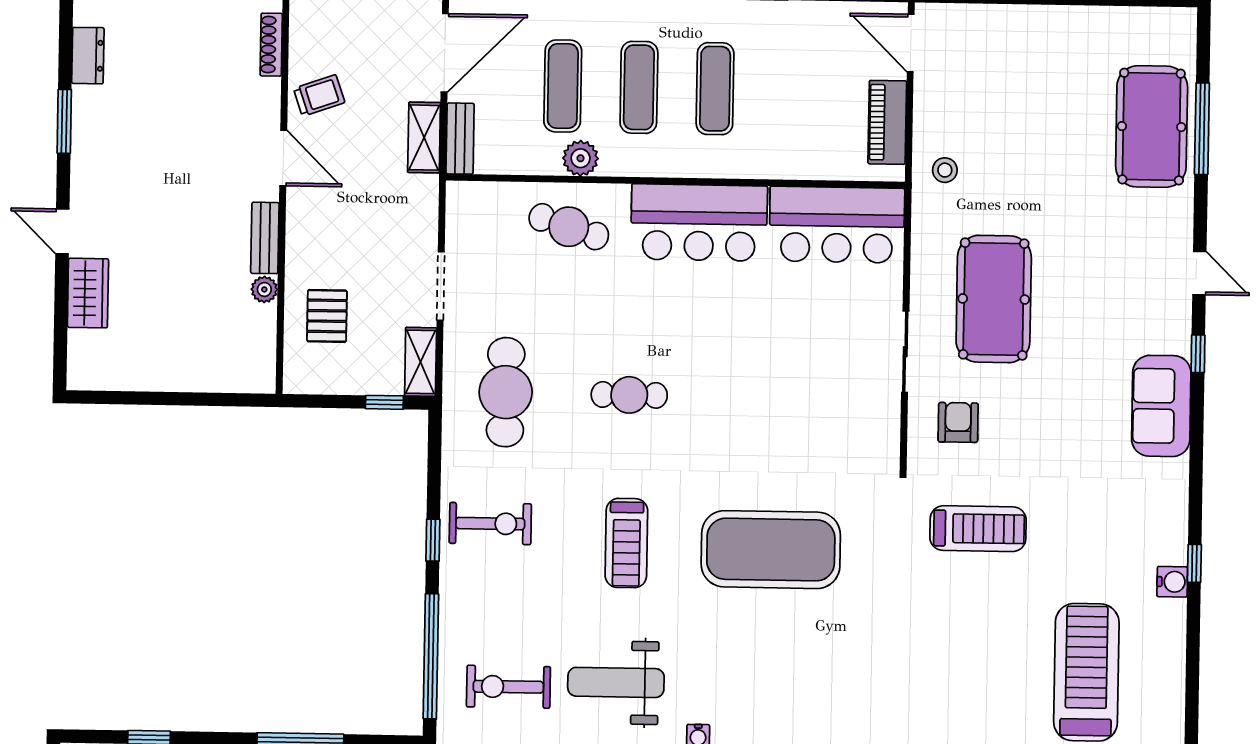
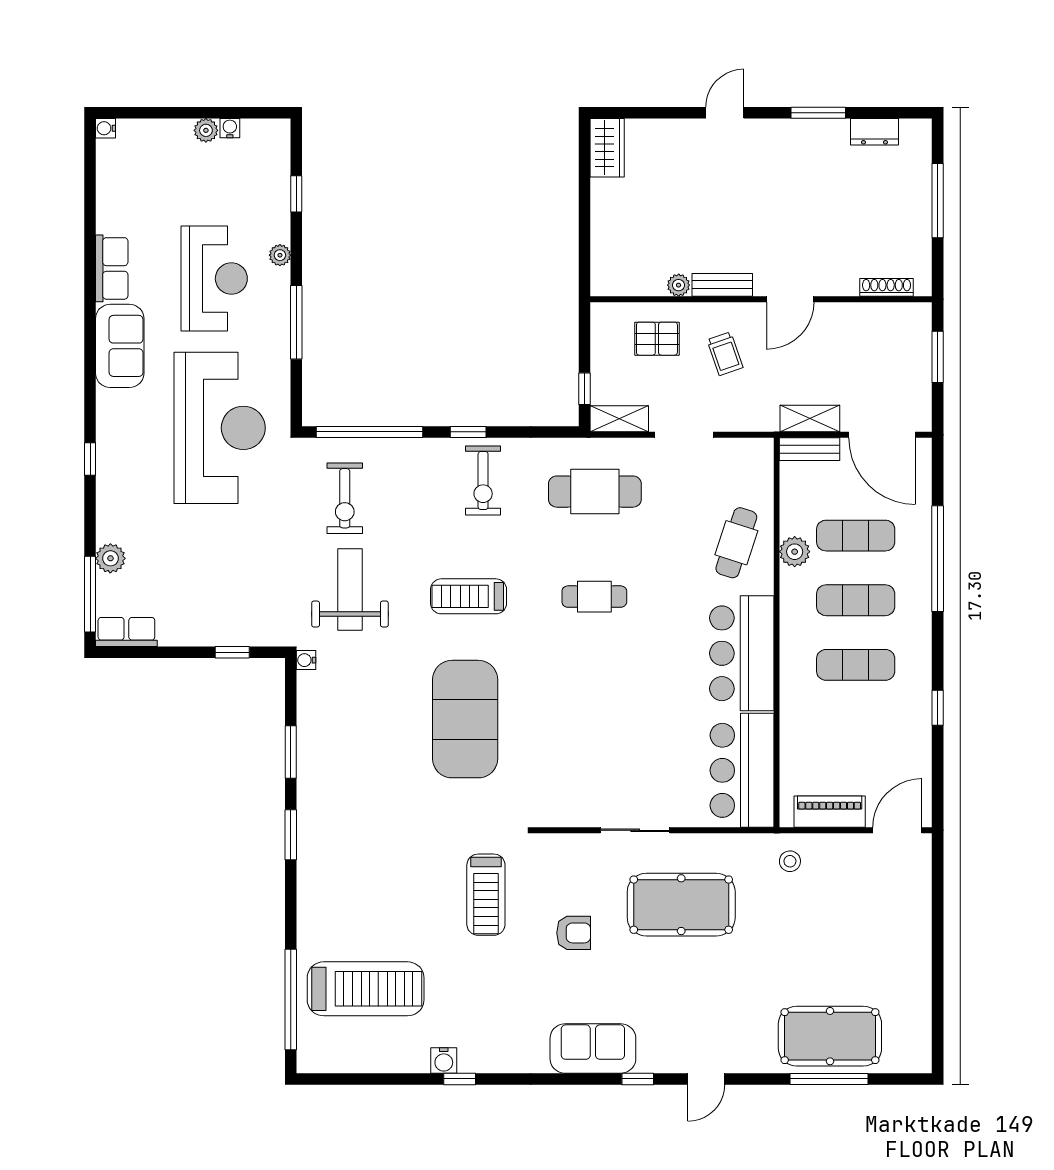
trolley: (319, 95) -> (725, 354), moved
wardrobe: (88, 293) -> (607, 148), moved, turned -90
cafe table: (629, 395) -> (594, 597), turned 90
armchair: (958, 422) -> (574, 933), moved
exercise bike: (508, 687) -> (345, 498), turned 180

